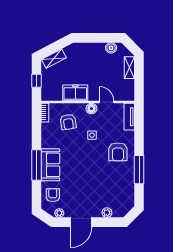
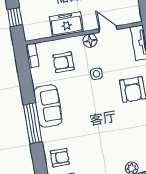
armchair: (68, 122) -> (64, 62), turned 99
sofa: (50, 165) -> (48, 106), moved
armchair: (53, 195) -> (60, 158), turned 90

